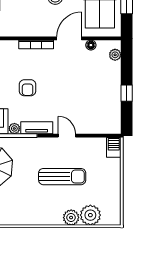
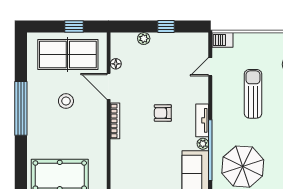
plant: (115, 55) -> (144, 39), moved
armchair: (28, 88) -> (163, 113), moved, turned 180
door: (67, 136) -> (210, 67), moved

